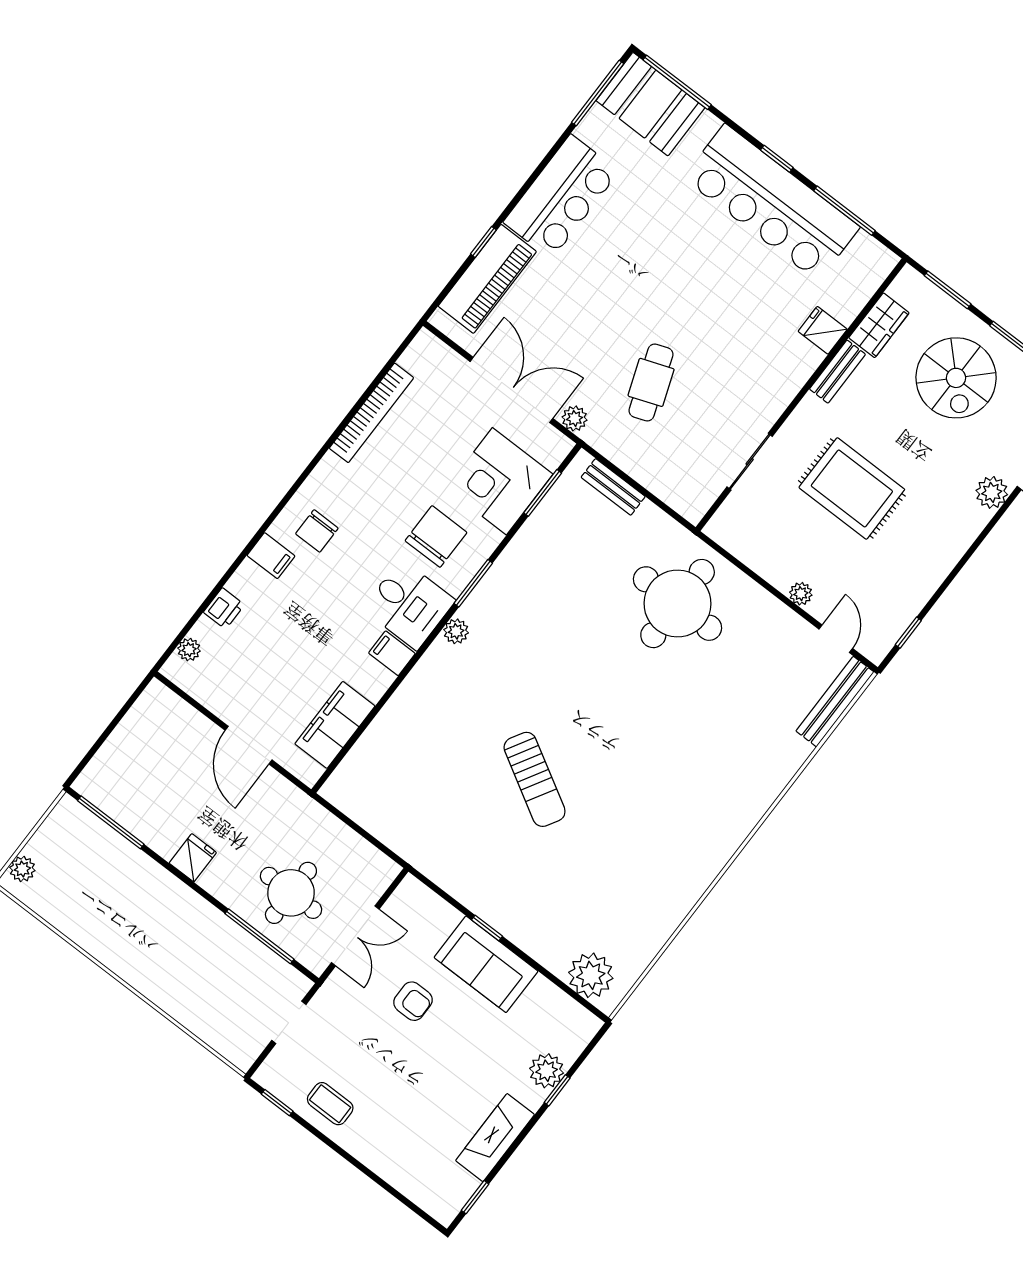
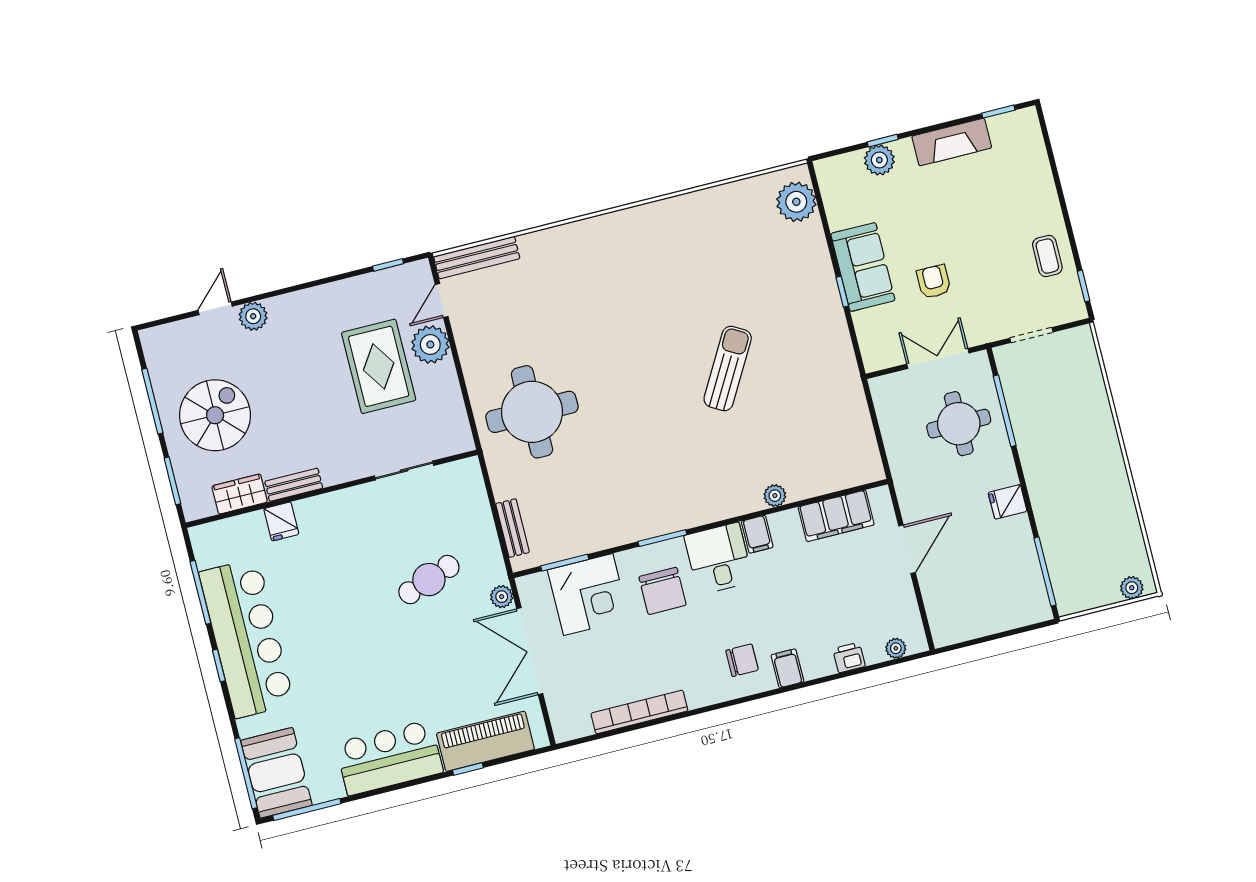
rug: (852, 488) -> (379, 366), moved
chair: (436, 537) -> (663, 591), turned -90
plant: (801, 594) -> (430, 345), width x1.88, depth x1.88
plant: (456, 631) -> (775, 496), moved

